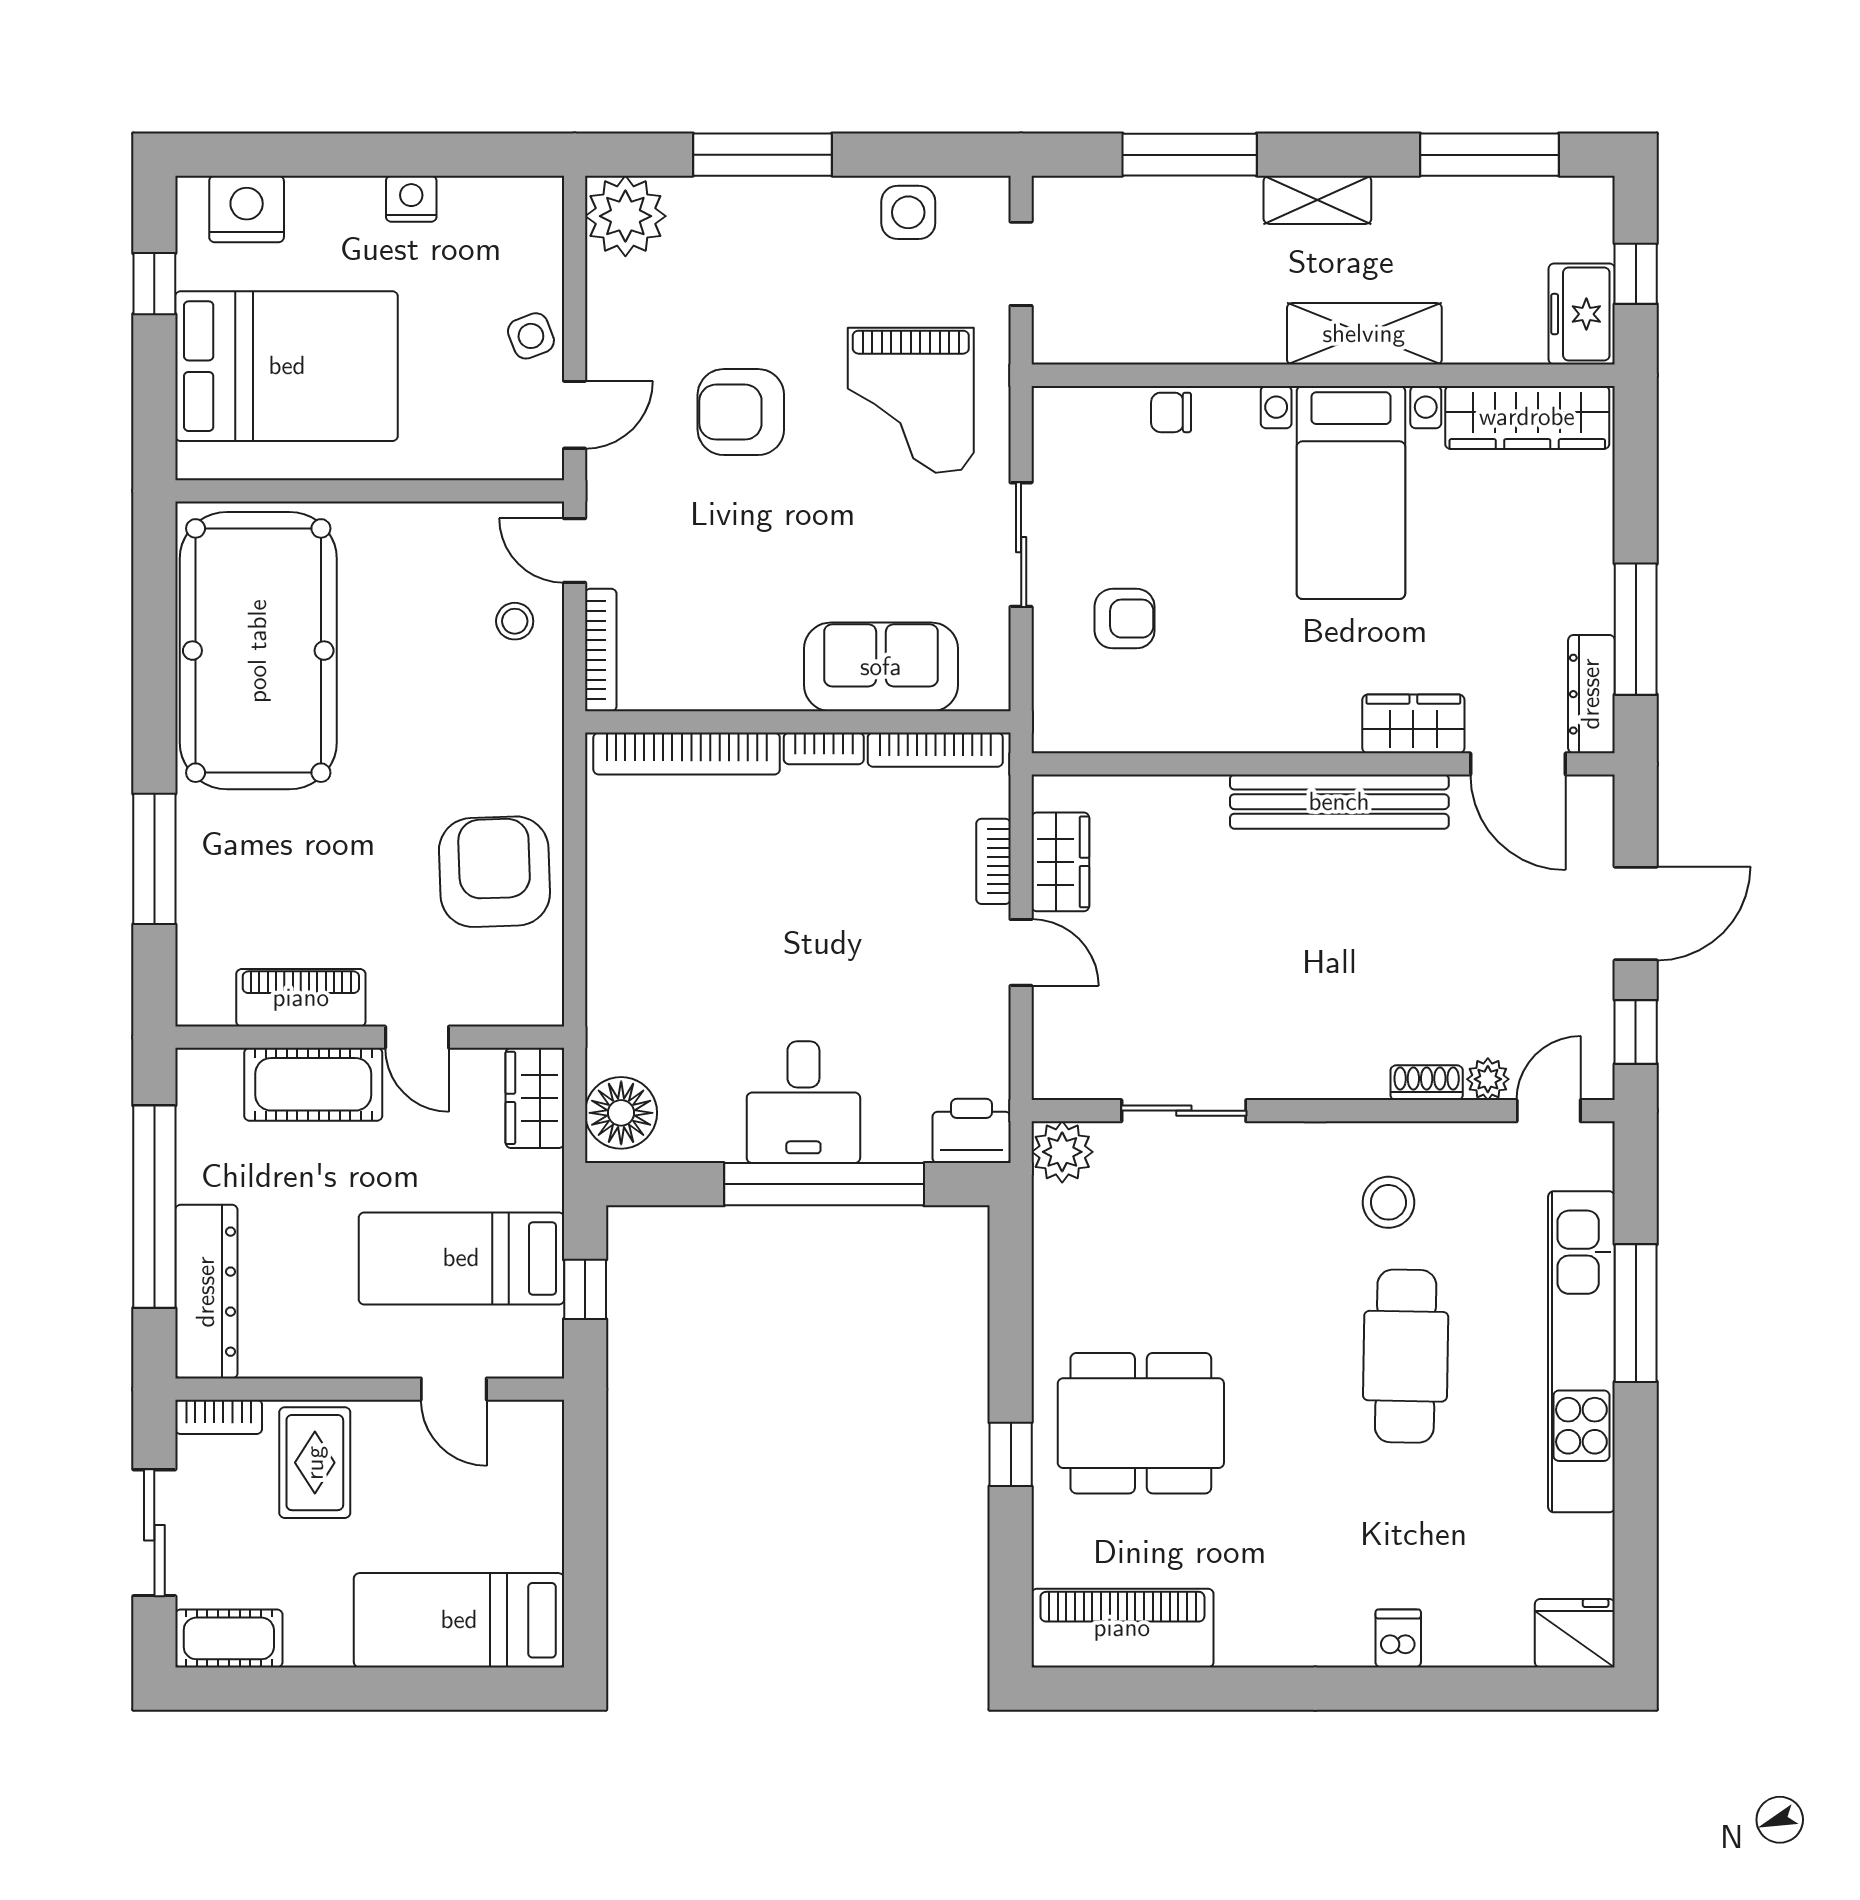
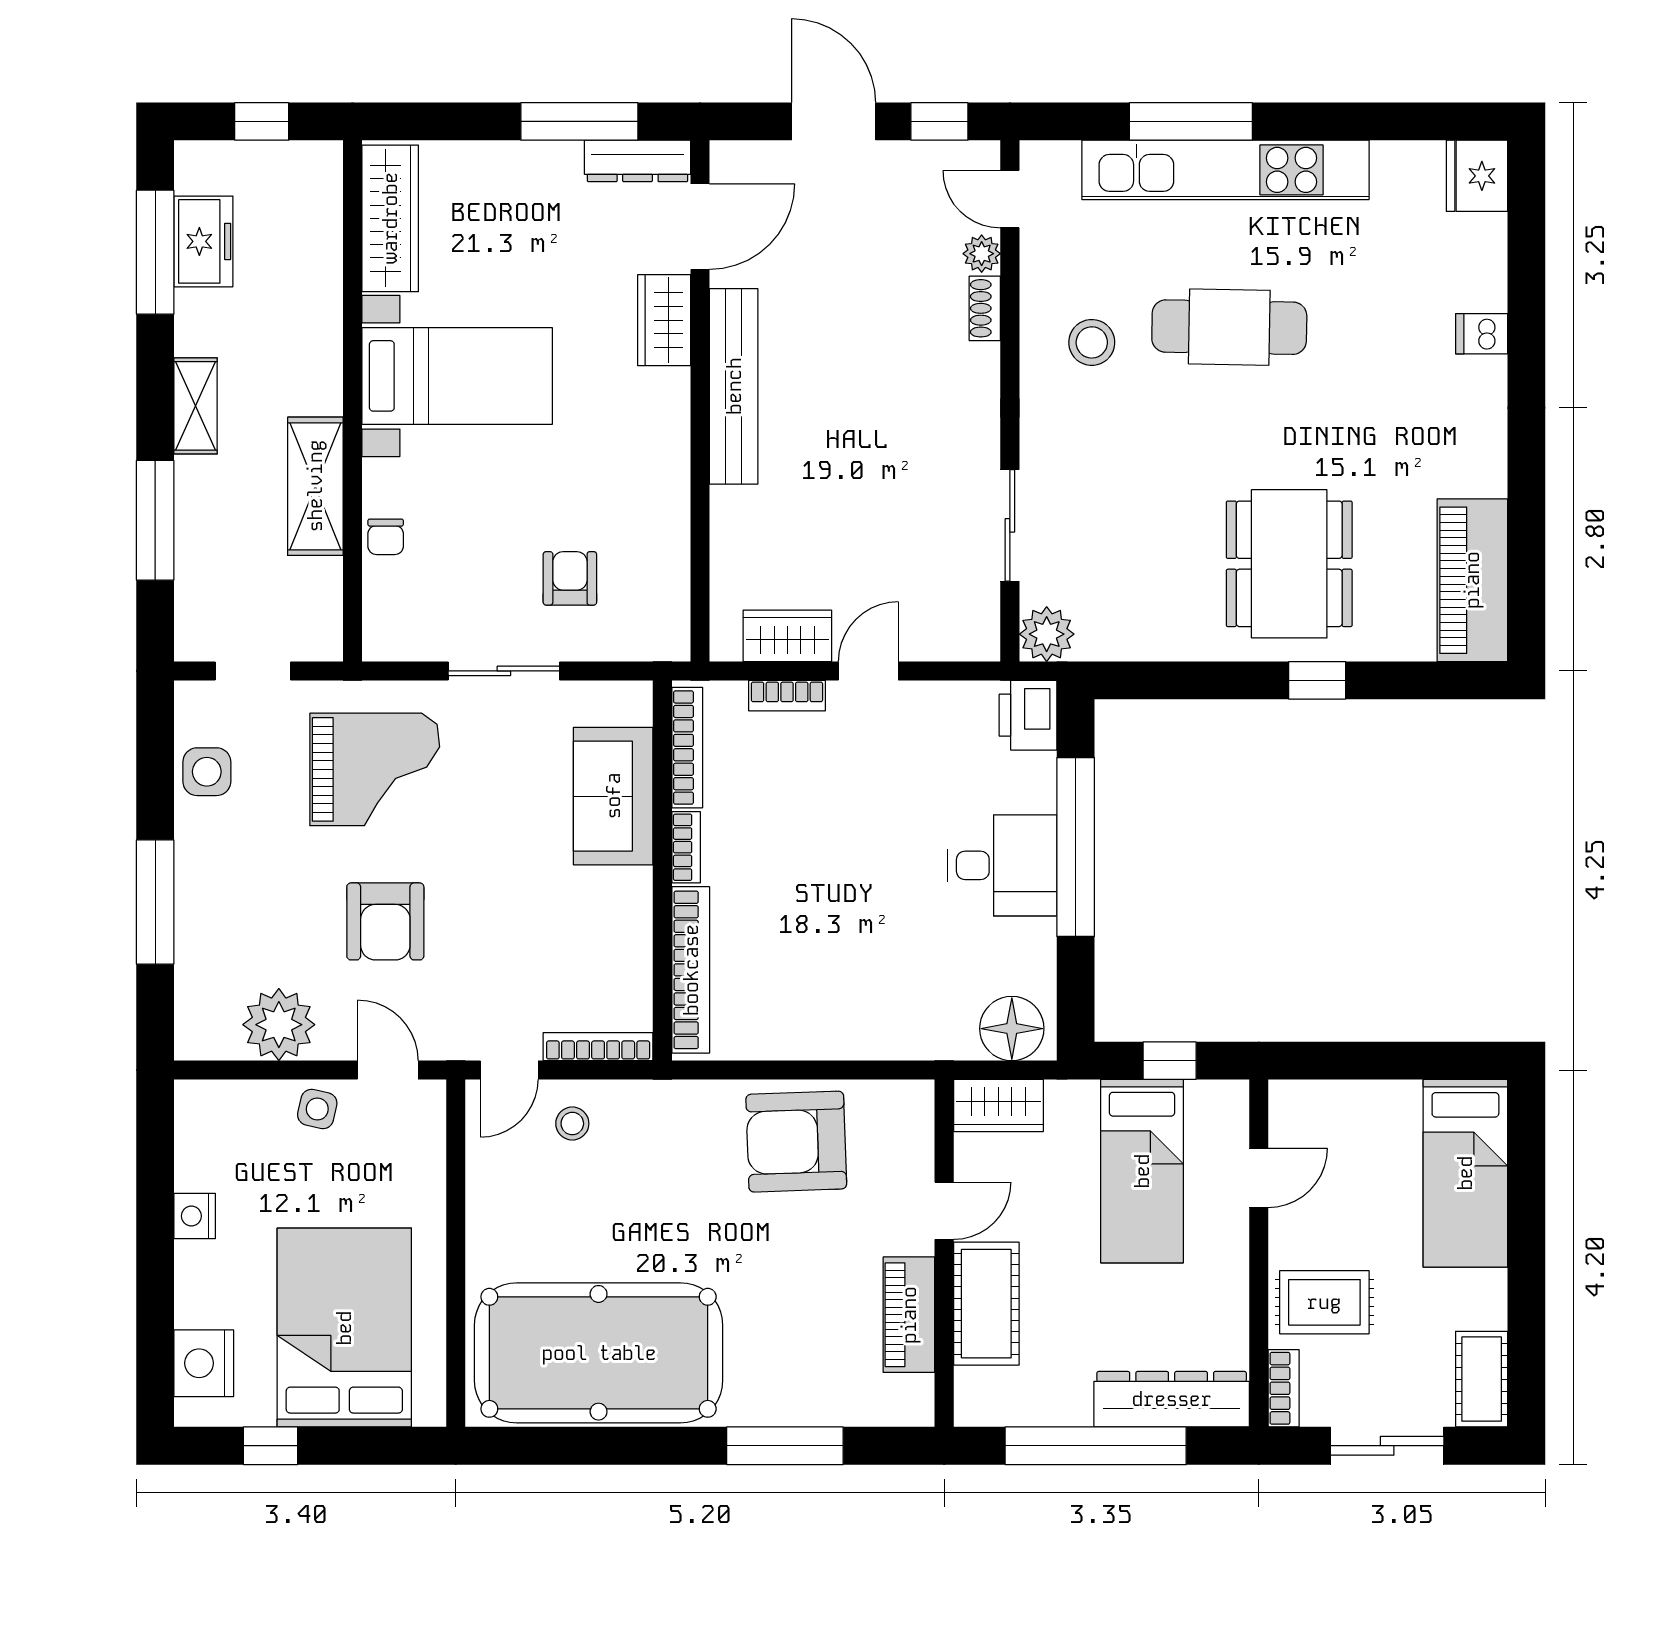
plant: (625, 216) -> (279, 1025), moved
freezer: (1582, 314) -> (203, 241), moved, turned -90
shelving: (1364, 334) -> (315, 486), moved
side table: (531, 336) -> (317, 1109), turned 34

